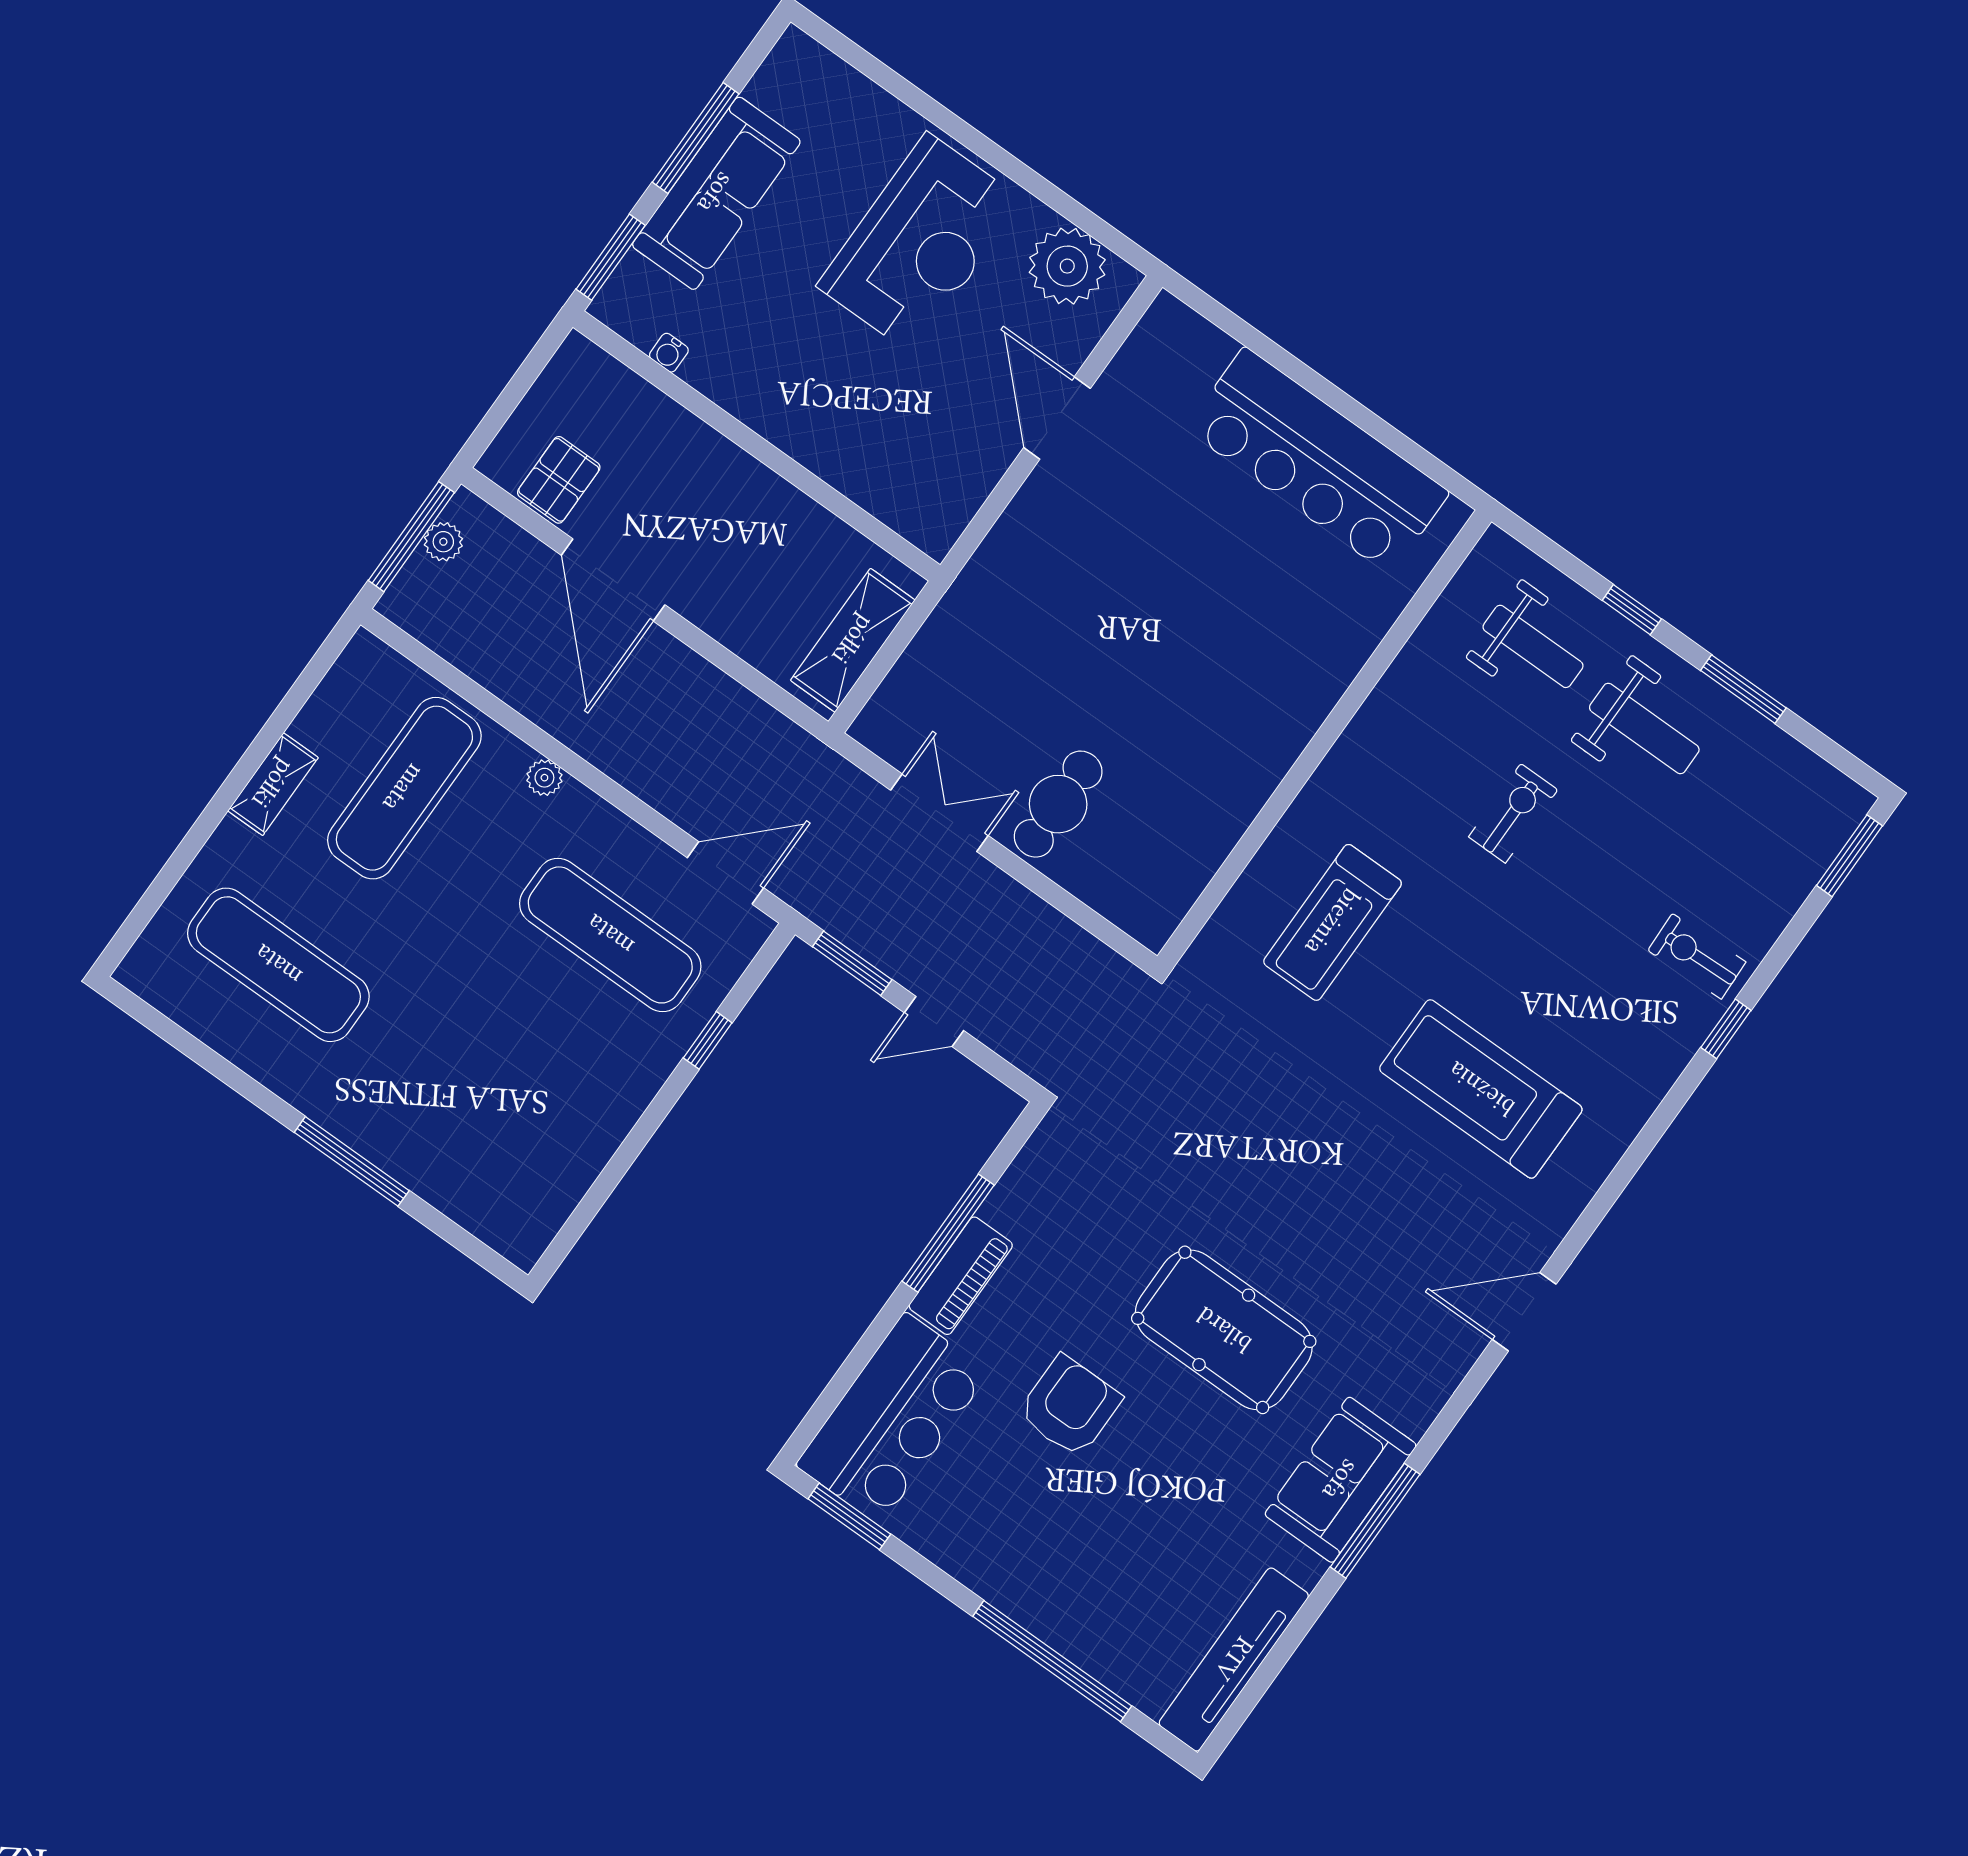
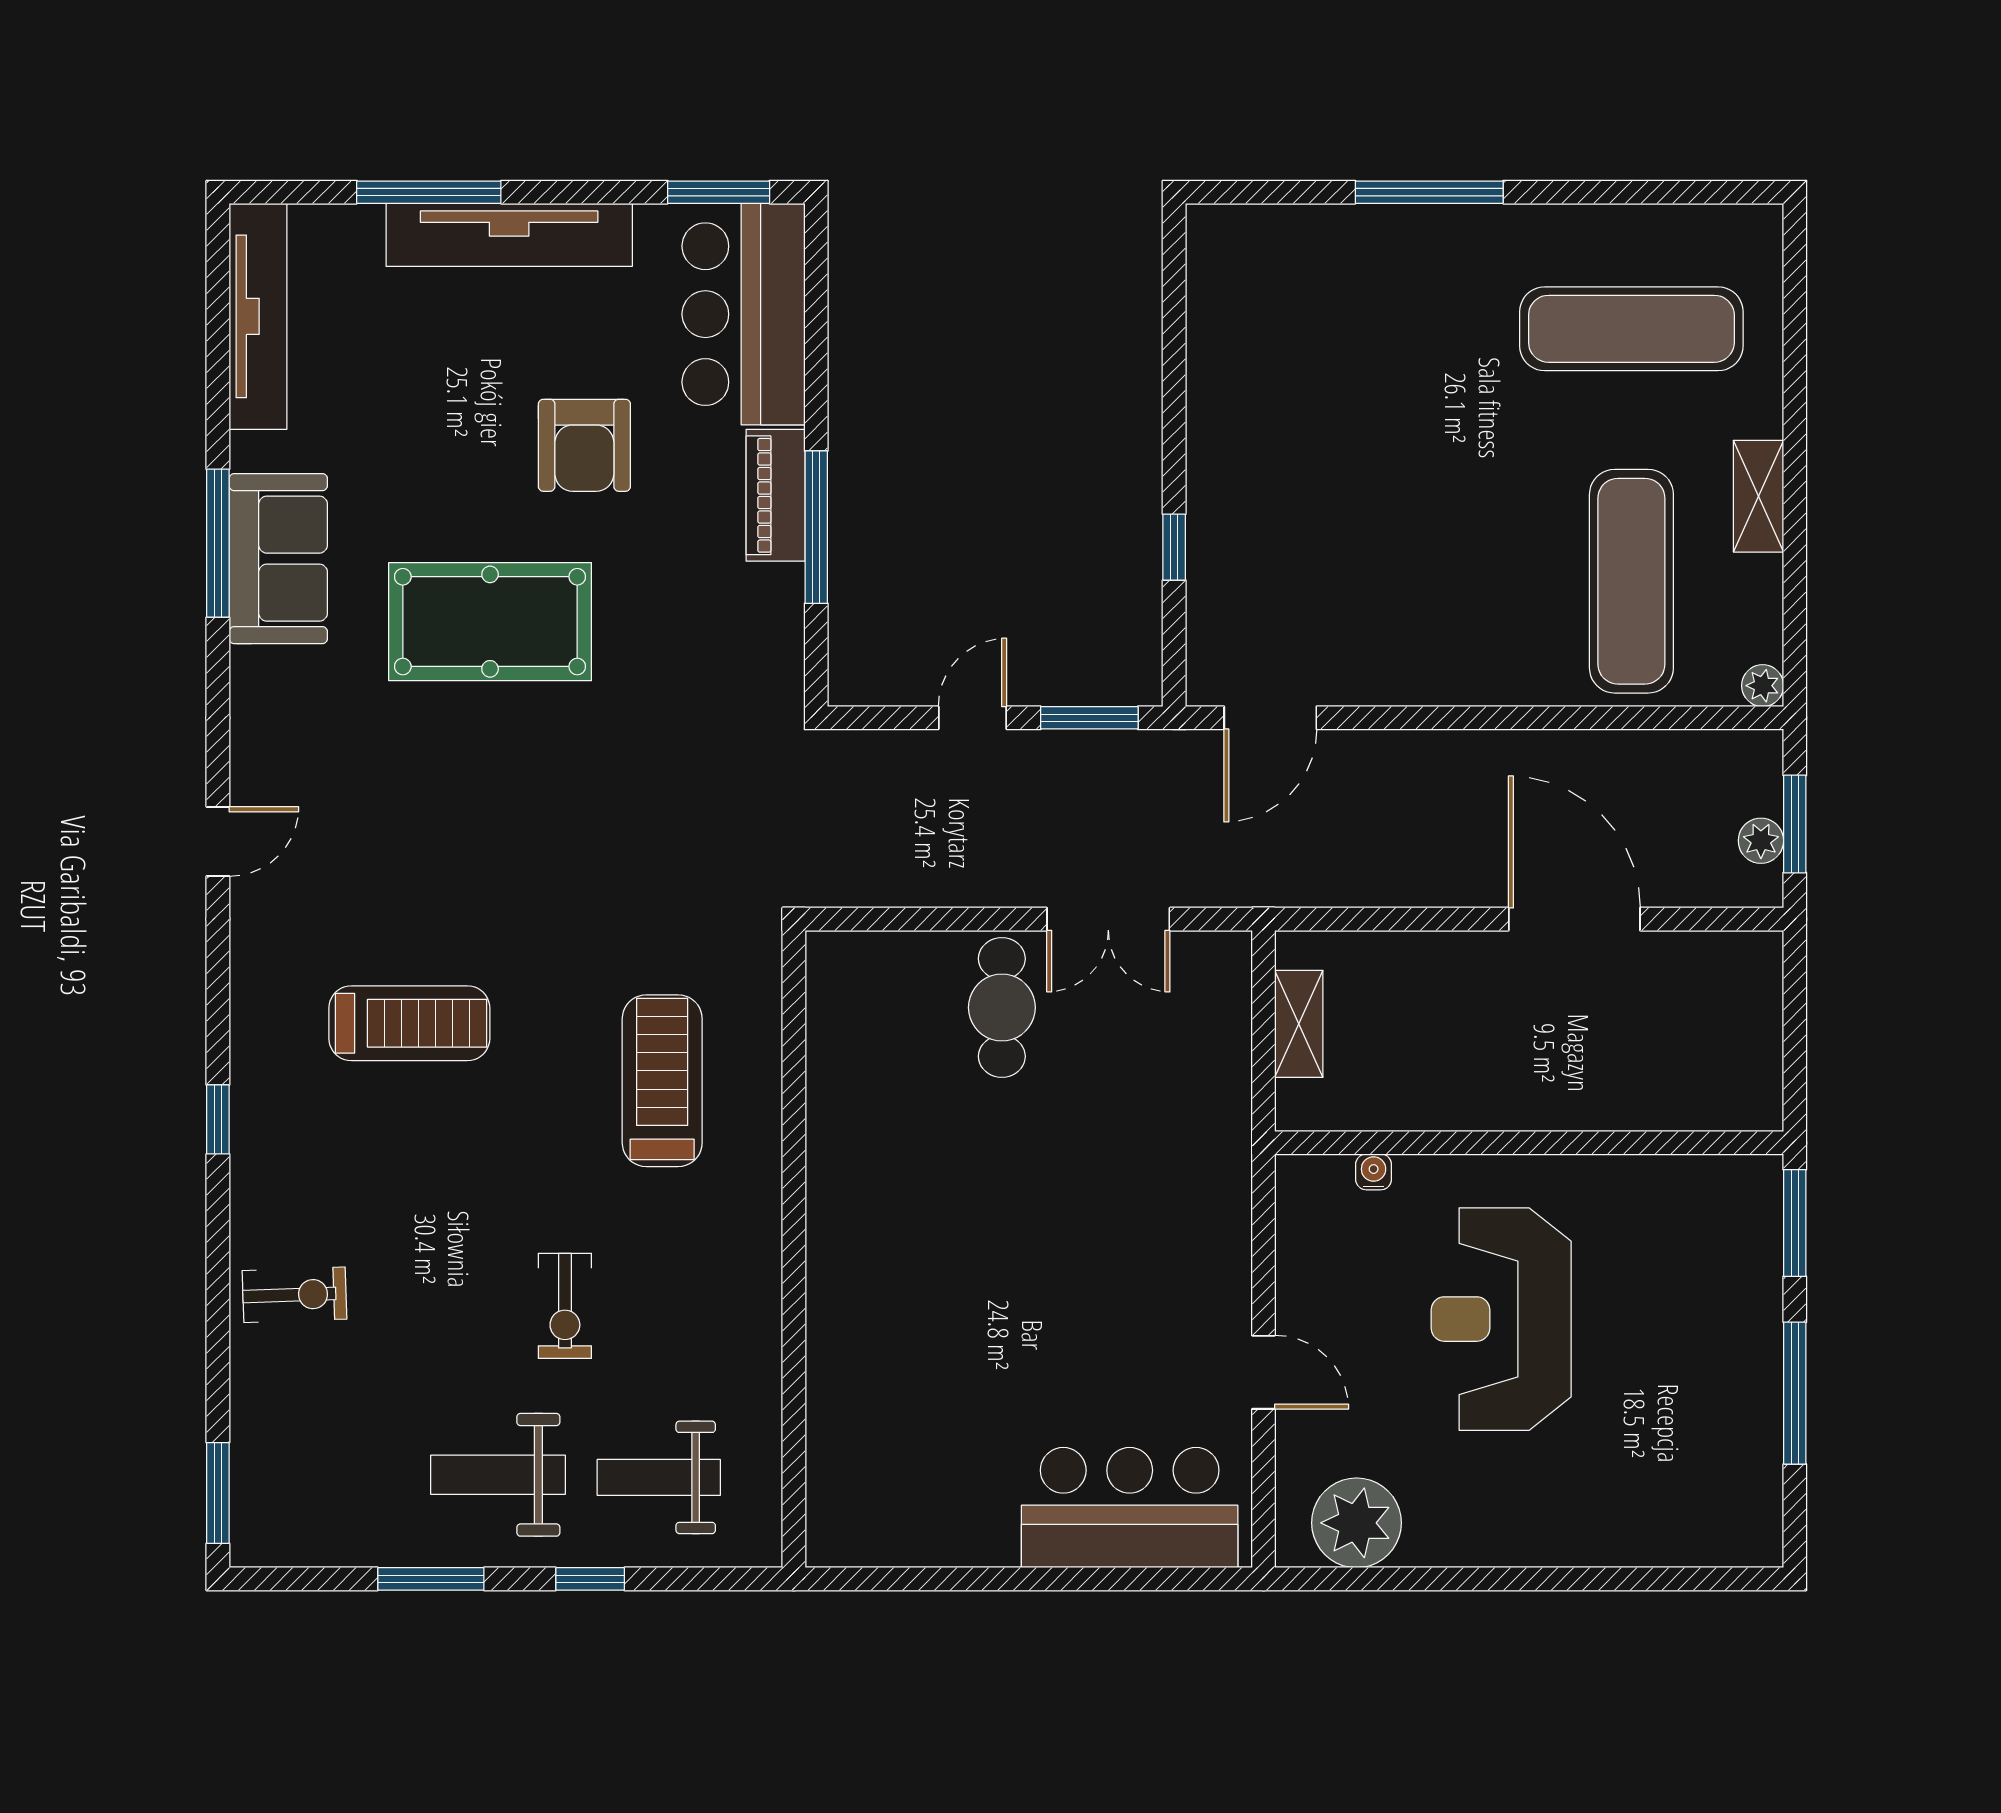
sofa: (716, 193) -> (1738, 1355), removed
reception desk: (920, 243) -> (1501, 1319), moved
water cooler: (669, 353) -> (1374, 1172), moved
door: (1057, 418) -> (1264, 1372), width x0.73
bar counter: (1317, 461) -> (1130, 1508), moved, width x0.73
pallet: (559, 480) -> (1693, 977), removed
window: (411, 537) -> (1795, 824), width x0.69
shelving: (853, 640) -> (1299, 1024), width x0.67, depth x0.75
plant: (544, 778) -> (1763, 686), moved
exercise mat: (610, 935) -> (1337, 581), removed
window: (1726, 1029) -> (218, 1119), moved
treadmill: (1481, 1089) -> (409, 1023), width x0.73, depth x0.73
door: (1524, 1312) -> (218, 842), width x0.73
tv unit: (1017, 1591) -> (509, 235), added
window: (1052, 1661) -> (429, 192), width x0.68

